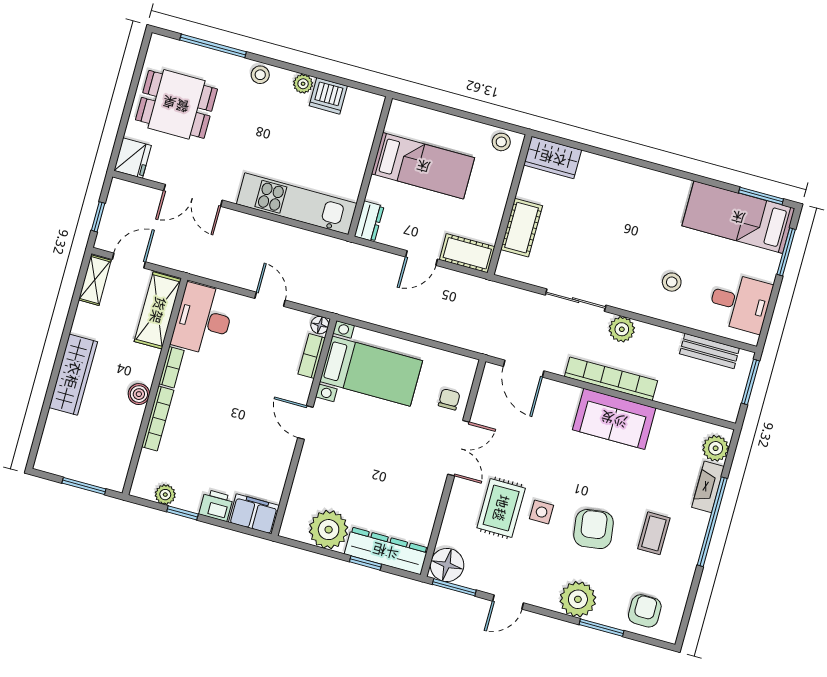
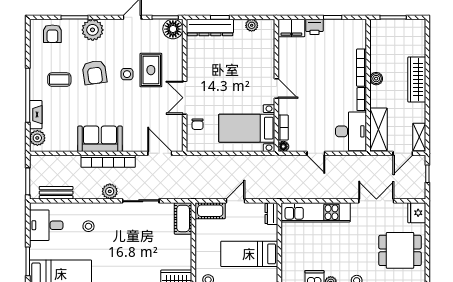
cot: (521, 228) -> (183, 218), moved
plant: (165, 495) -> (345, 25), removed
plant: (329, 530) -> (252, 25), width x0.53, depth x0.53
coffee table: (654, 533) -> (59, 80), turned 90

